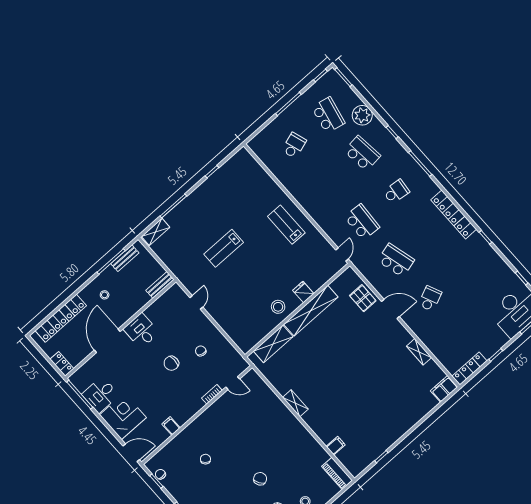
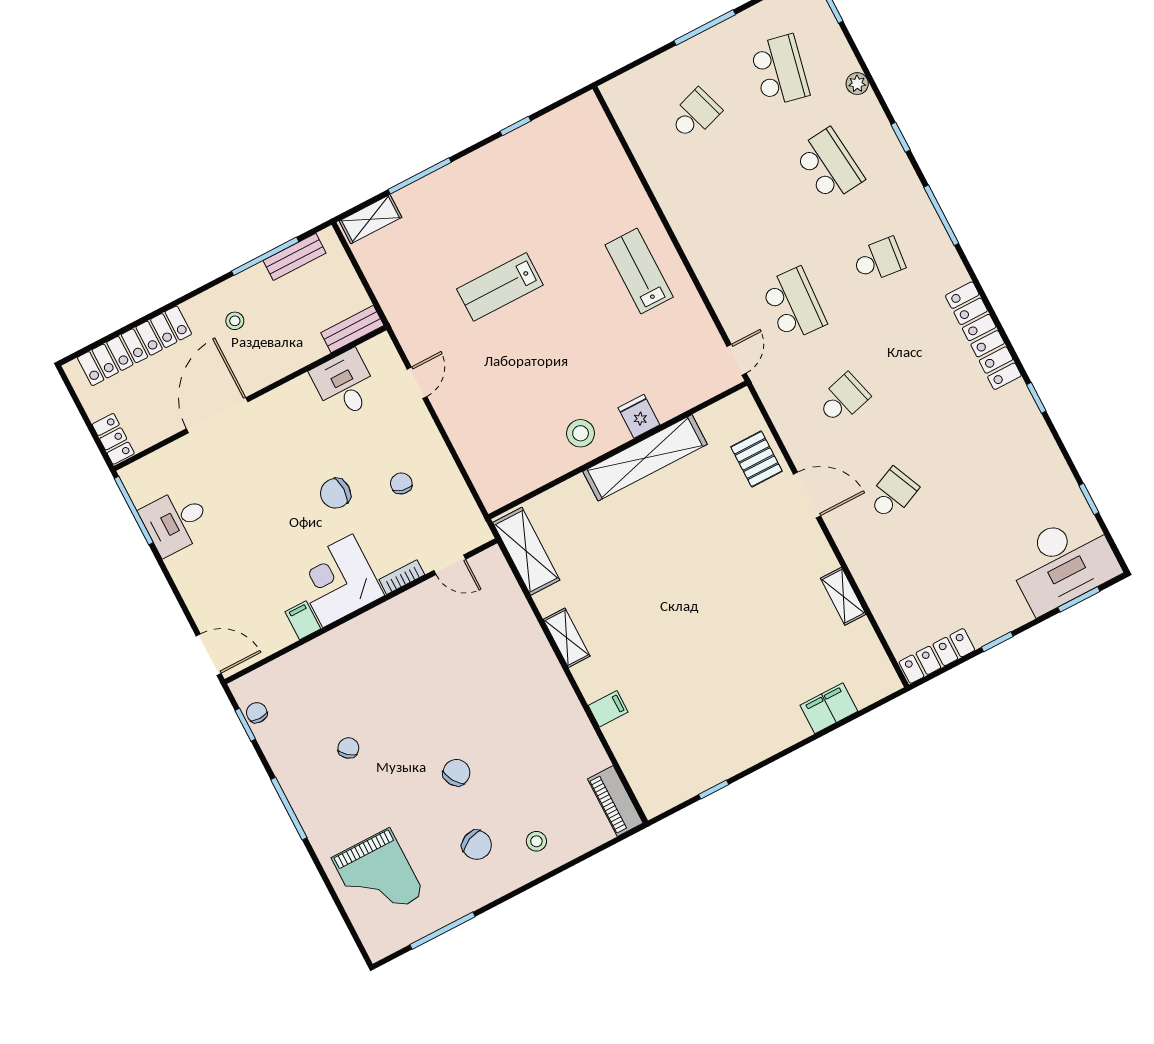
plant: (362, 115) -> (857, 84), width x0.53, depth x0.53
school desk: (396, 260) -> (843, 399), width x0.54
desk: (141, 331) -> (345, 384), moved
shelving: (273, 344) -> (526, 551), moved, turned 90
filing cabinet: (444, 389) -> (829, 708), moved
corner desk: (123, 416) -> (338, 581), moved, turned -90
filing cabinet: (336, 446) -> (608, 709), moved
chair: (205, 459) -> (348, 748), moved

